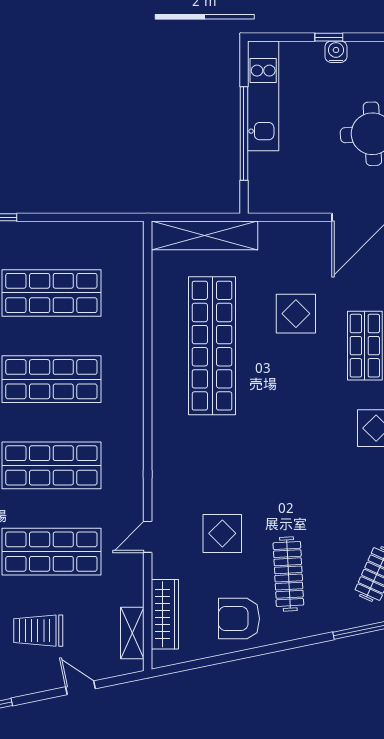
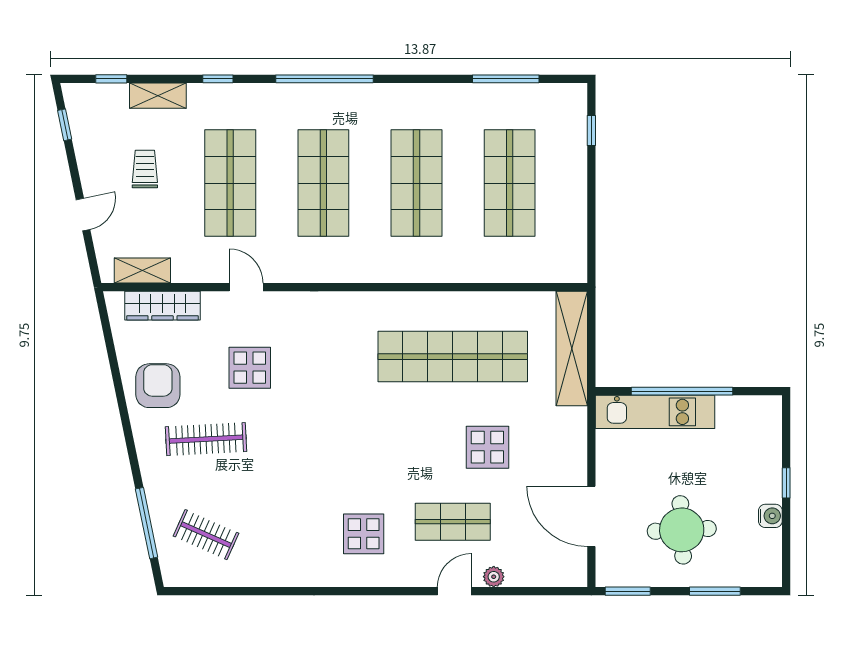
water cooler: (336, 52) -> (770, 516), moved
kitchen unit: (263, 96) -> (655, 412), moved
trolley: (38, 631) -> (145, 169), width x0.73, depth x0.72

